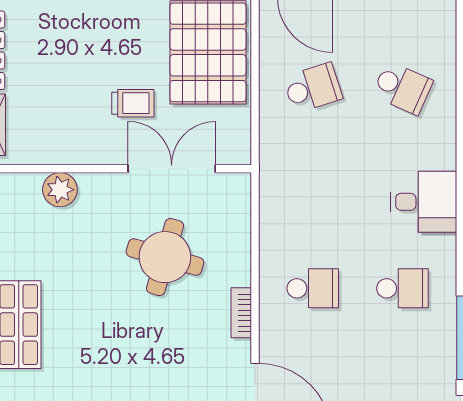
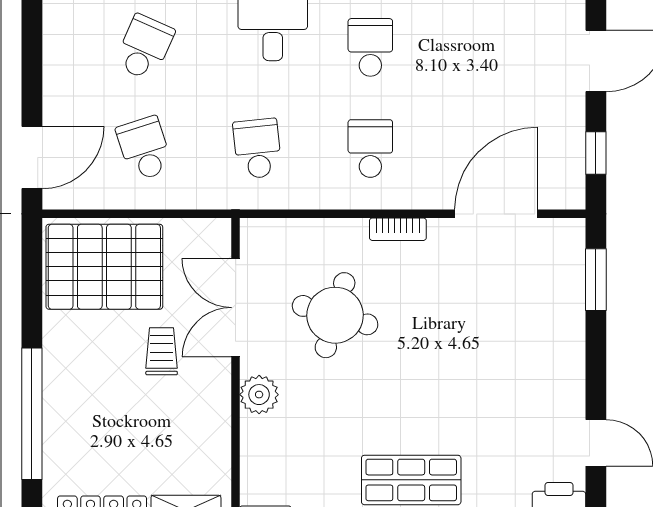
school desk: (313, 188) -> (257, 149), added
plant: (60, 190) -> (259, 395), moved

